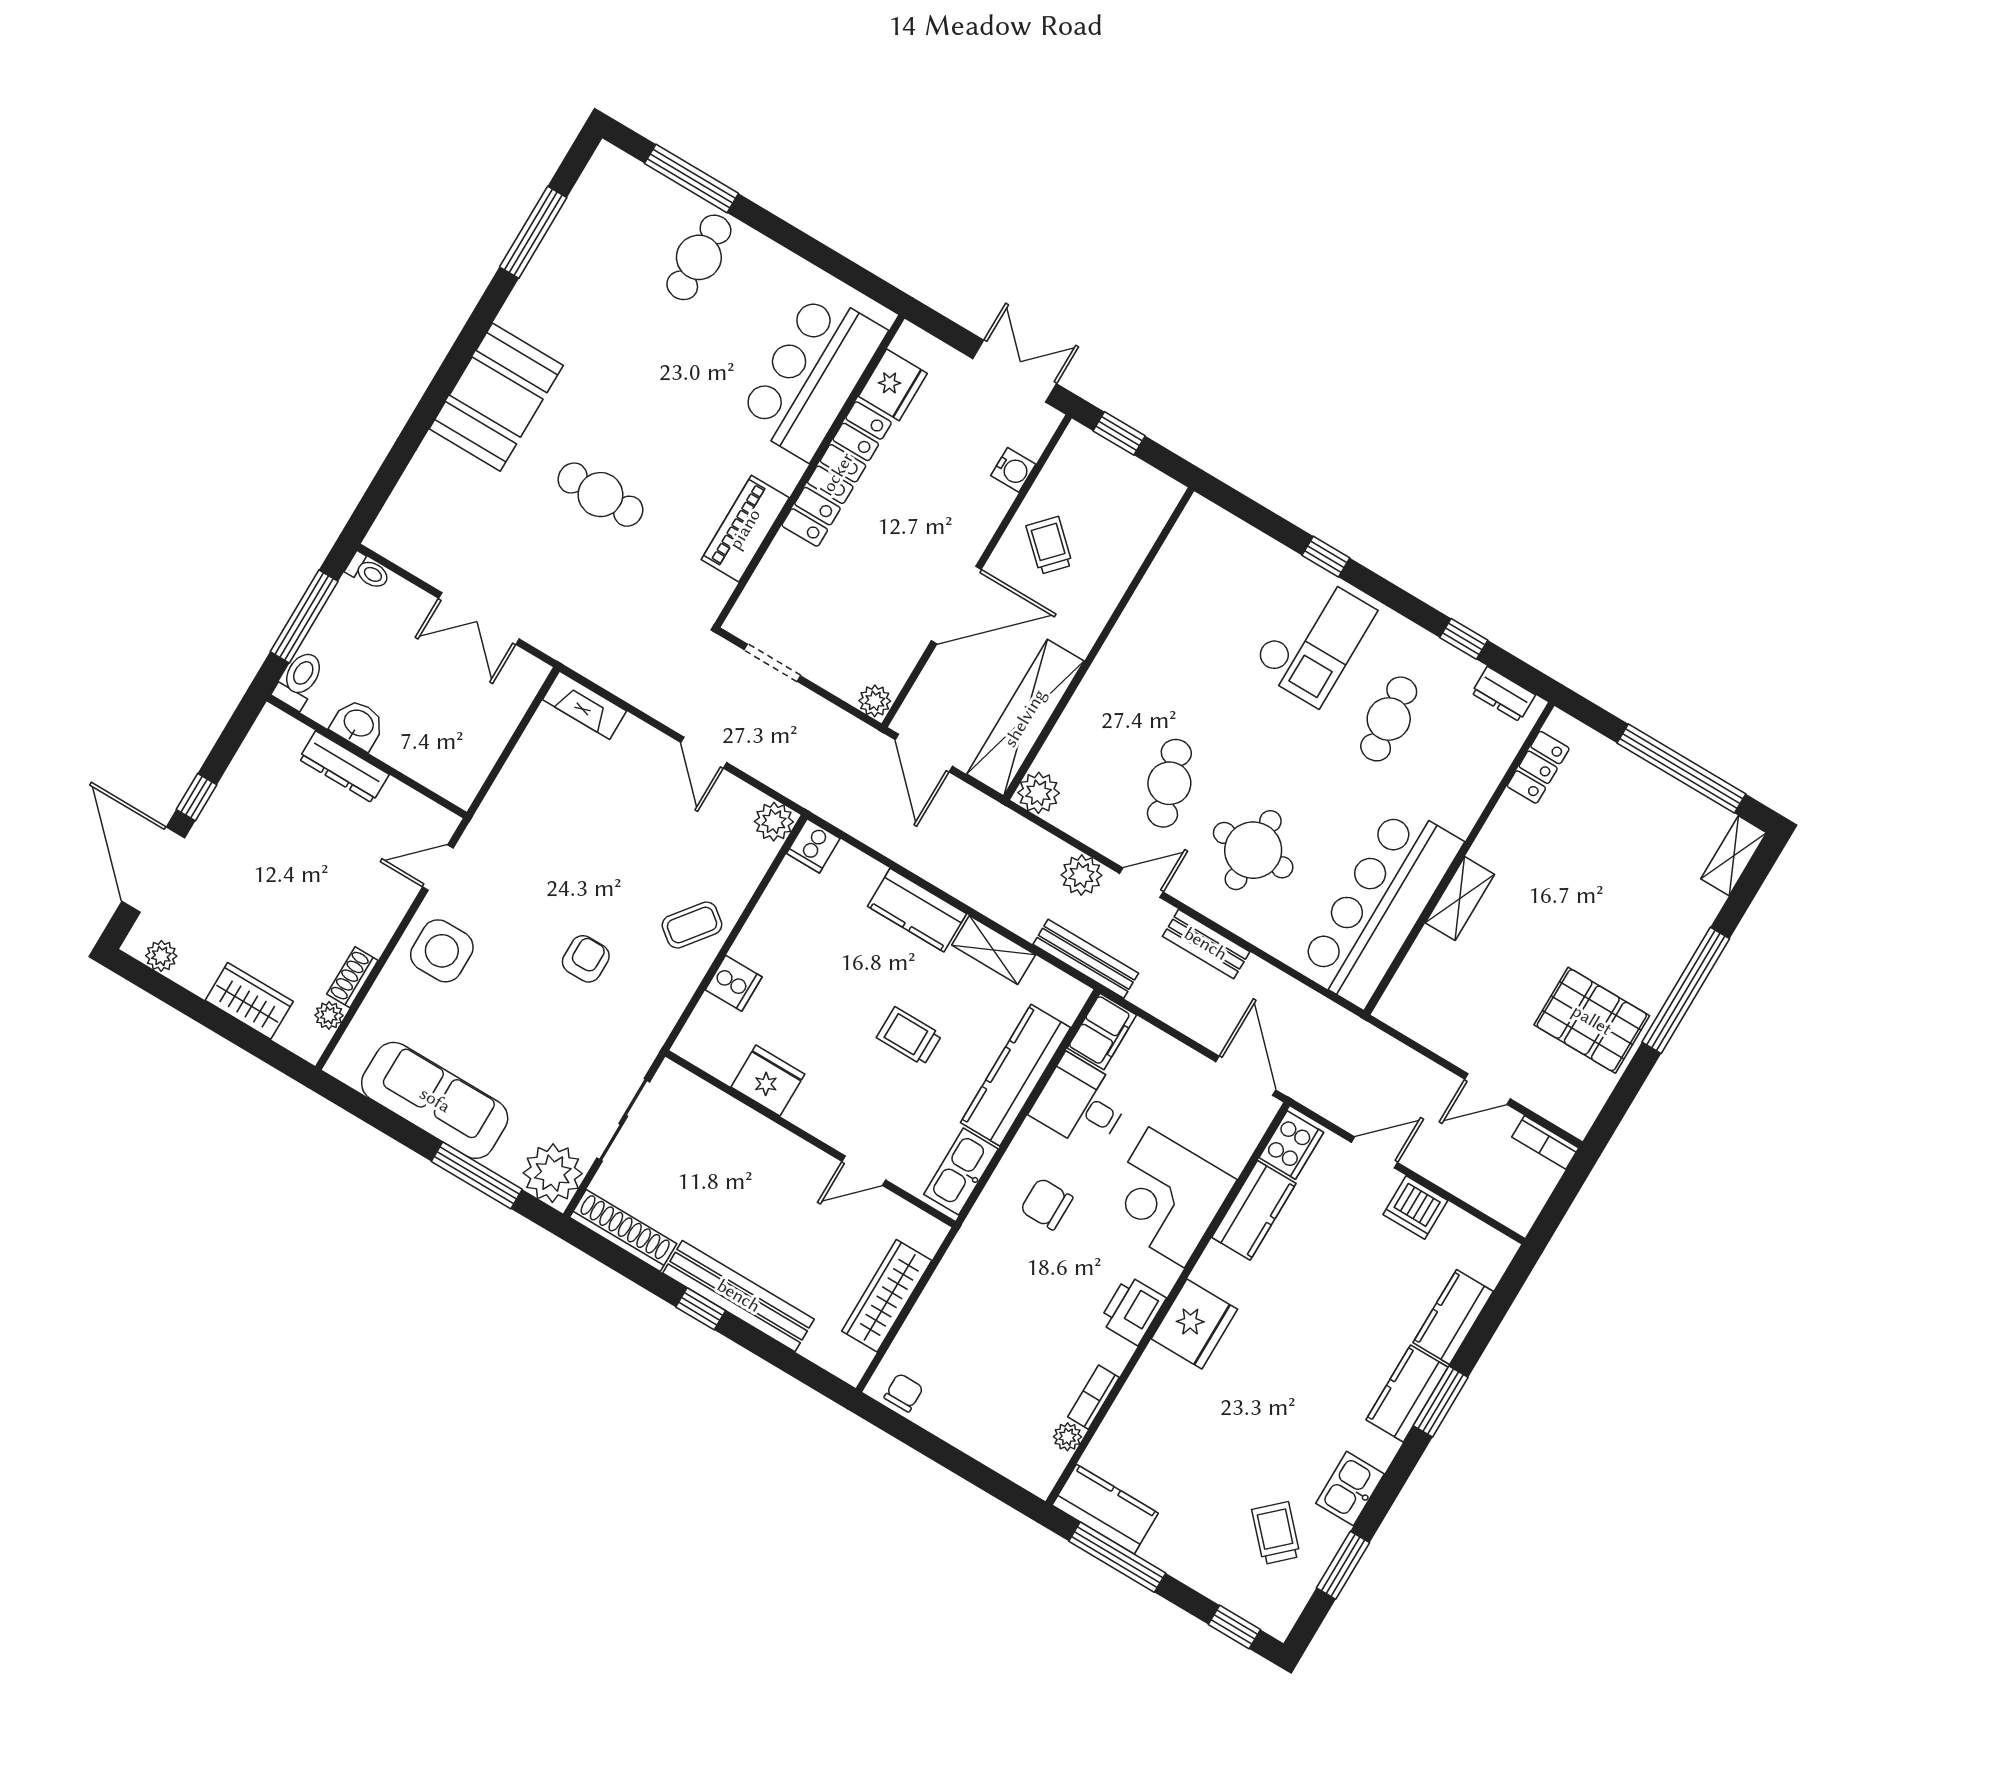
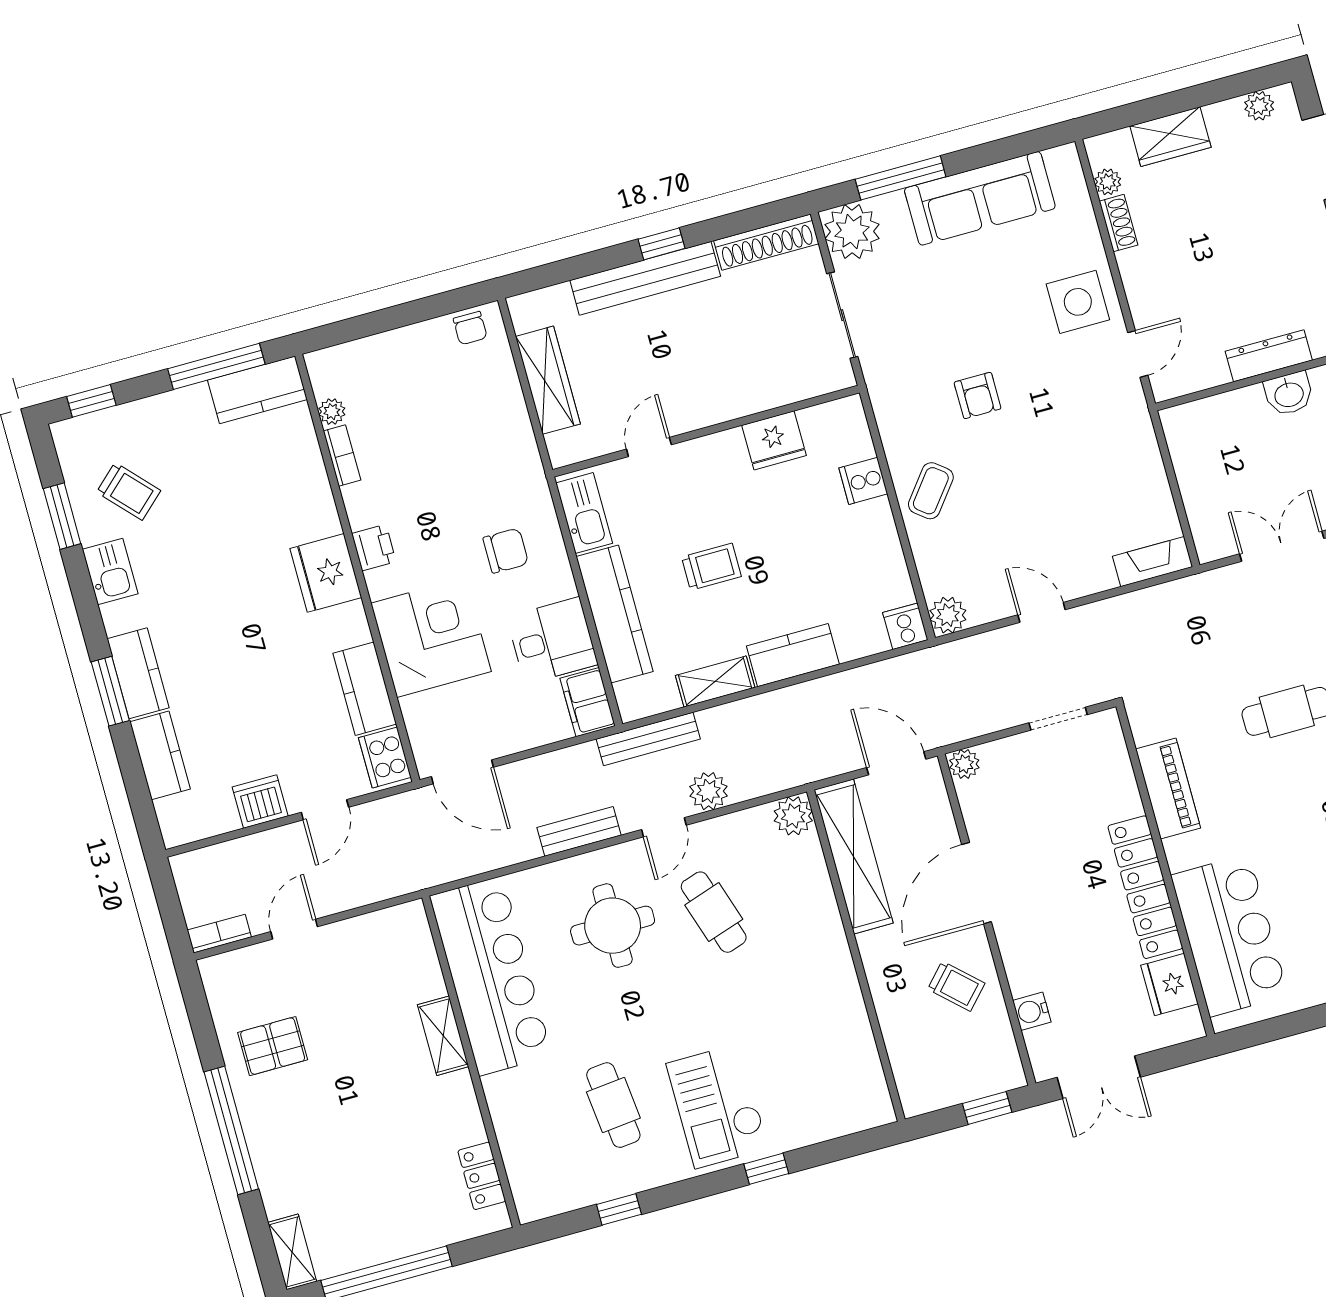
dresser: (1503, 694) -> (555, 1200), removed
pallet: (1592, 1020) -> (273, 1046), width x0.67, depth x0.71
printer: (1132, 1310) -> (374, 547), width x0.73, depth x0.81

